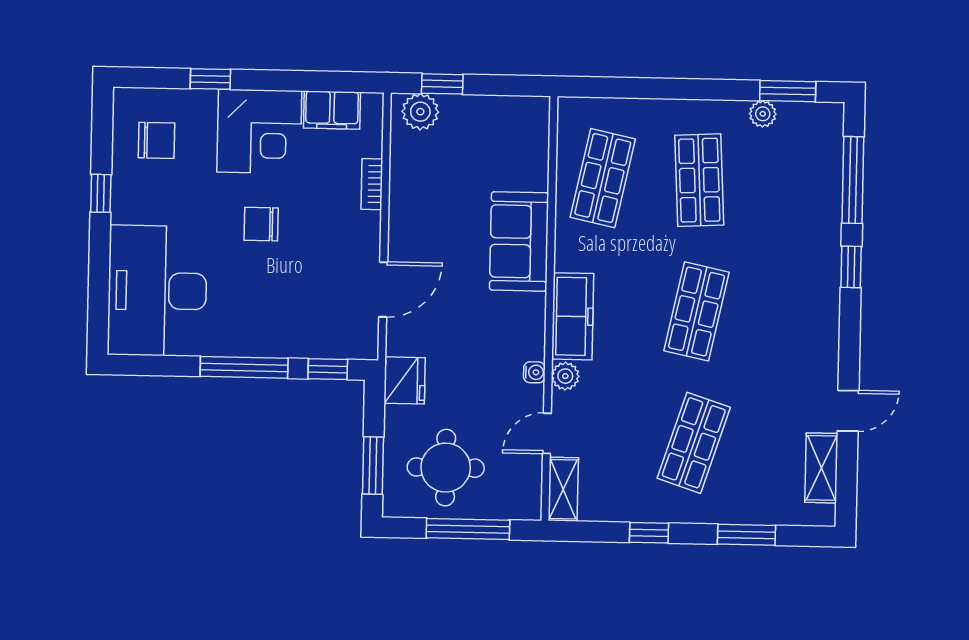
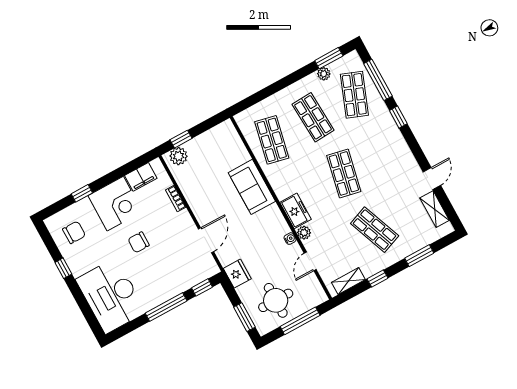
shop shelf: (796, 182) -> (354, 95), added
freezer: (573, 316) -> (296, 211), width x0.71
shop shelf: (694, 443) -> (375, 230), turned -39
shelving: (563, 489) -> (348, 281), moved, turned 90

